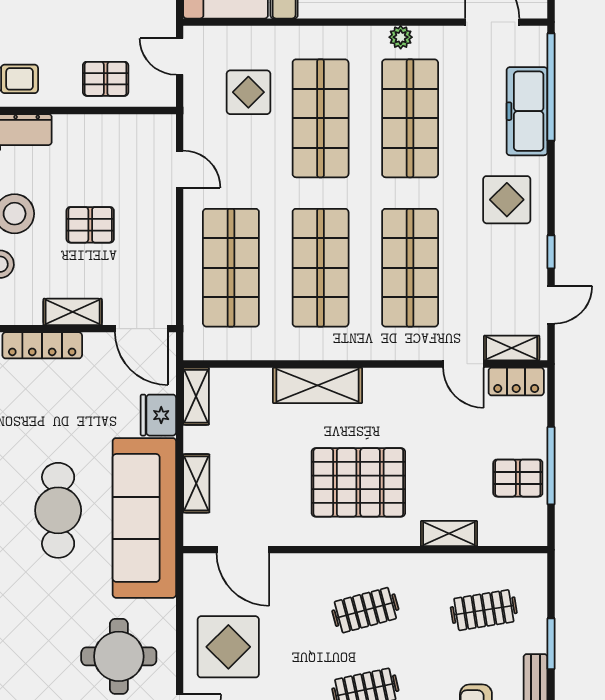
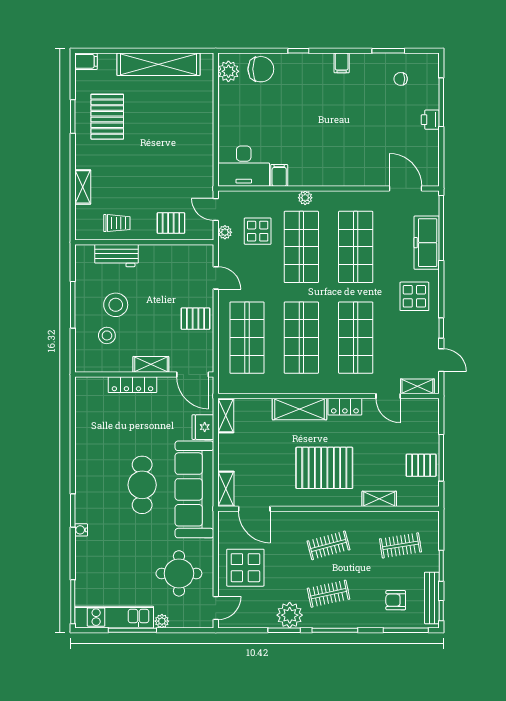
plant: (401, 37) -> (305, 198), moved
plant: (194, 94) -> (225, 232), added
pallet: (90, 225) -> (196, 319), moved
door: (551, 305) -> (441, 360), hinge flipped
locker: (516, 381) -> (345, 407), moved
shelving: (196, 483) -> (226, 489), moved

